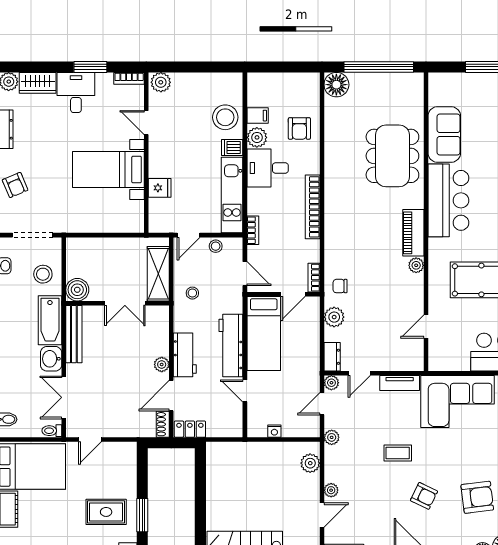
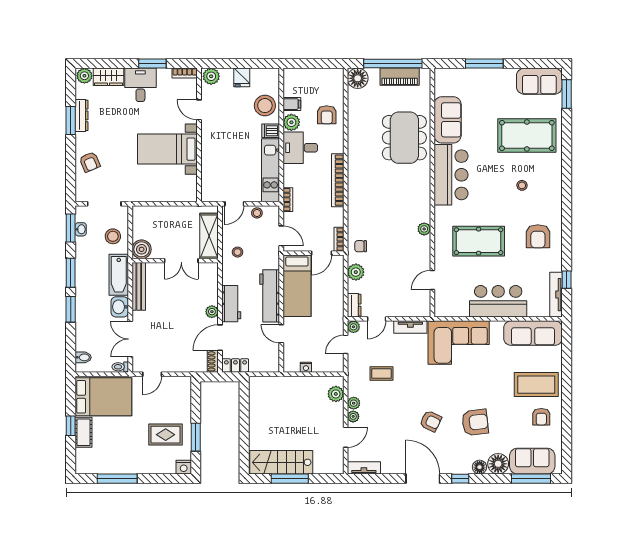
fridge: (160, 188) -> (242, 77), moved, turned 90
piano: (413, 233) -> (400, 77), moved, turned -90
plant: (332, 437) -> (354, 403), moved
coffee table: (398, 453) -> (382, 374), moved

